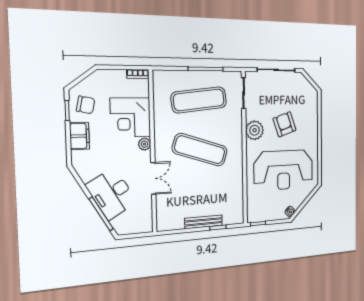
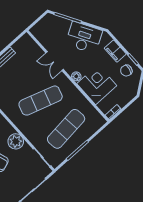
desk: (111, 194) -> (84, 38), moved

